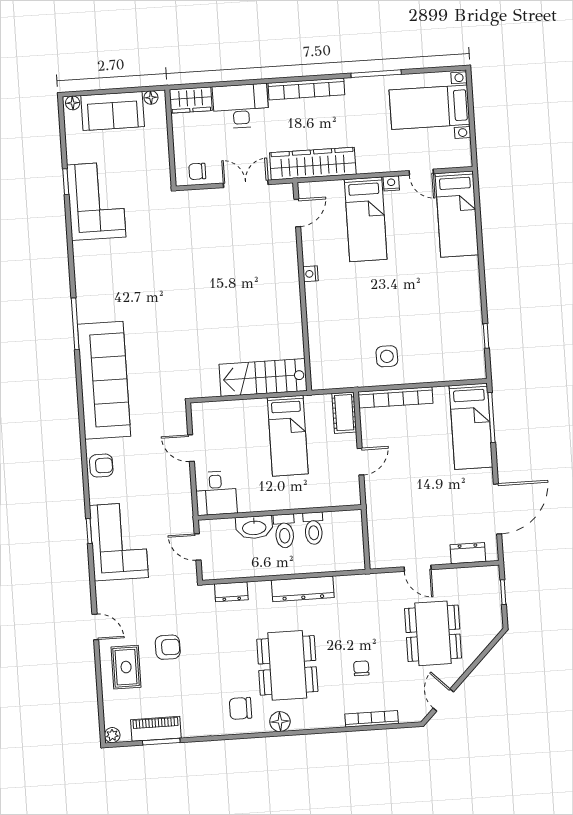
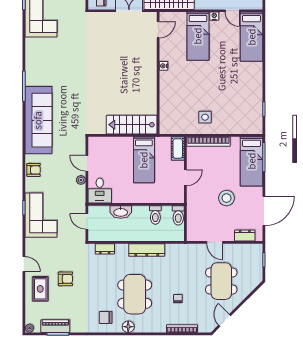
plant: (183, 477) -> (81, 180), added
stool: (433, 492) -> (226, 198), added
toilet: (284, 531) -> (178, 215), moved

